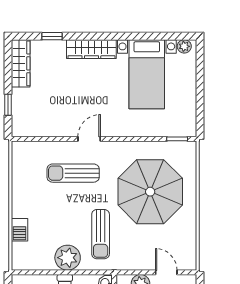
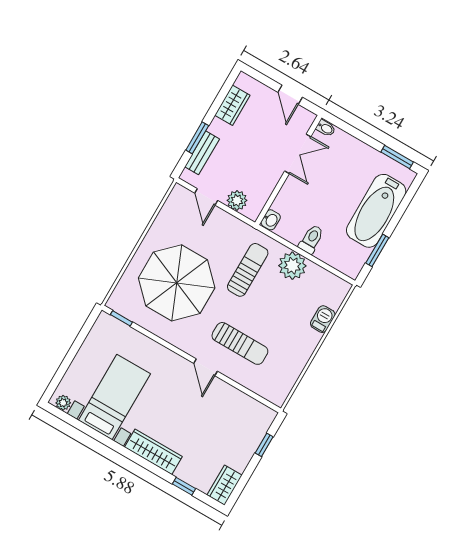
wardrobe: (21, 63) -> (225, 485), width x0.67
door: (89, 139) -> (206, 367), hinge flipped

